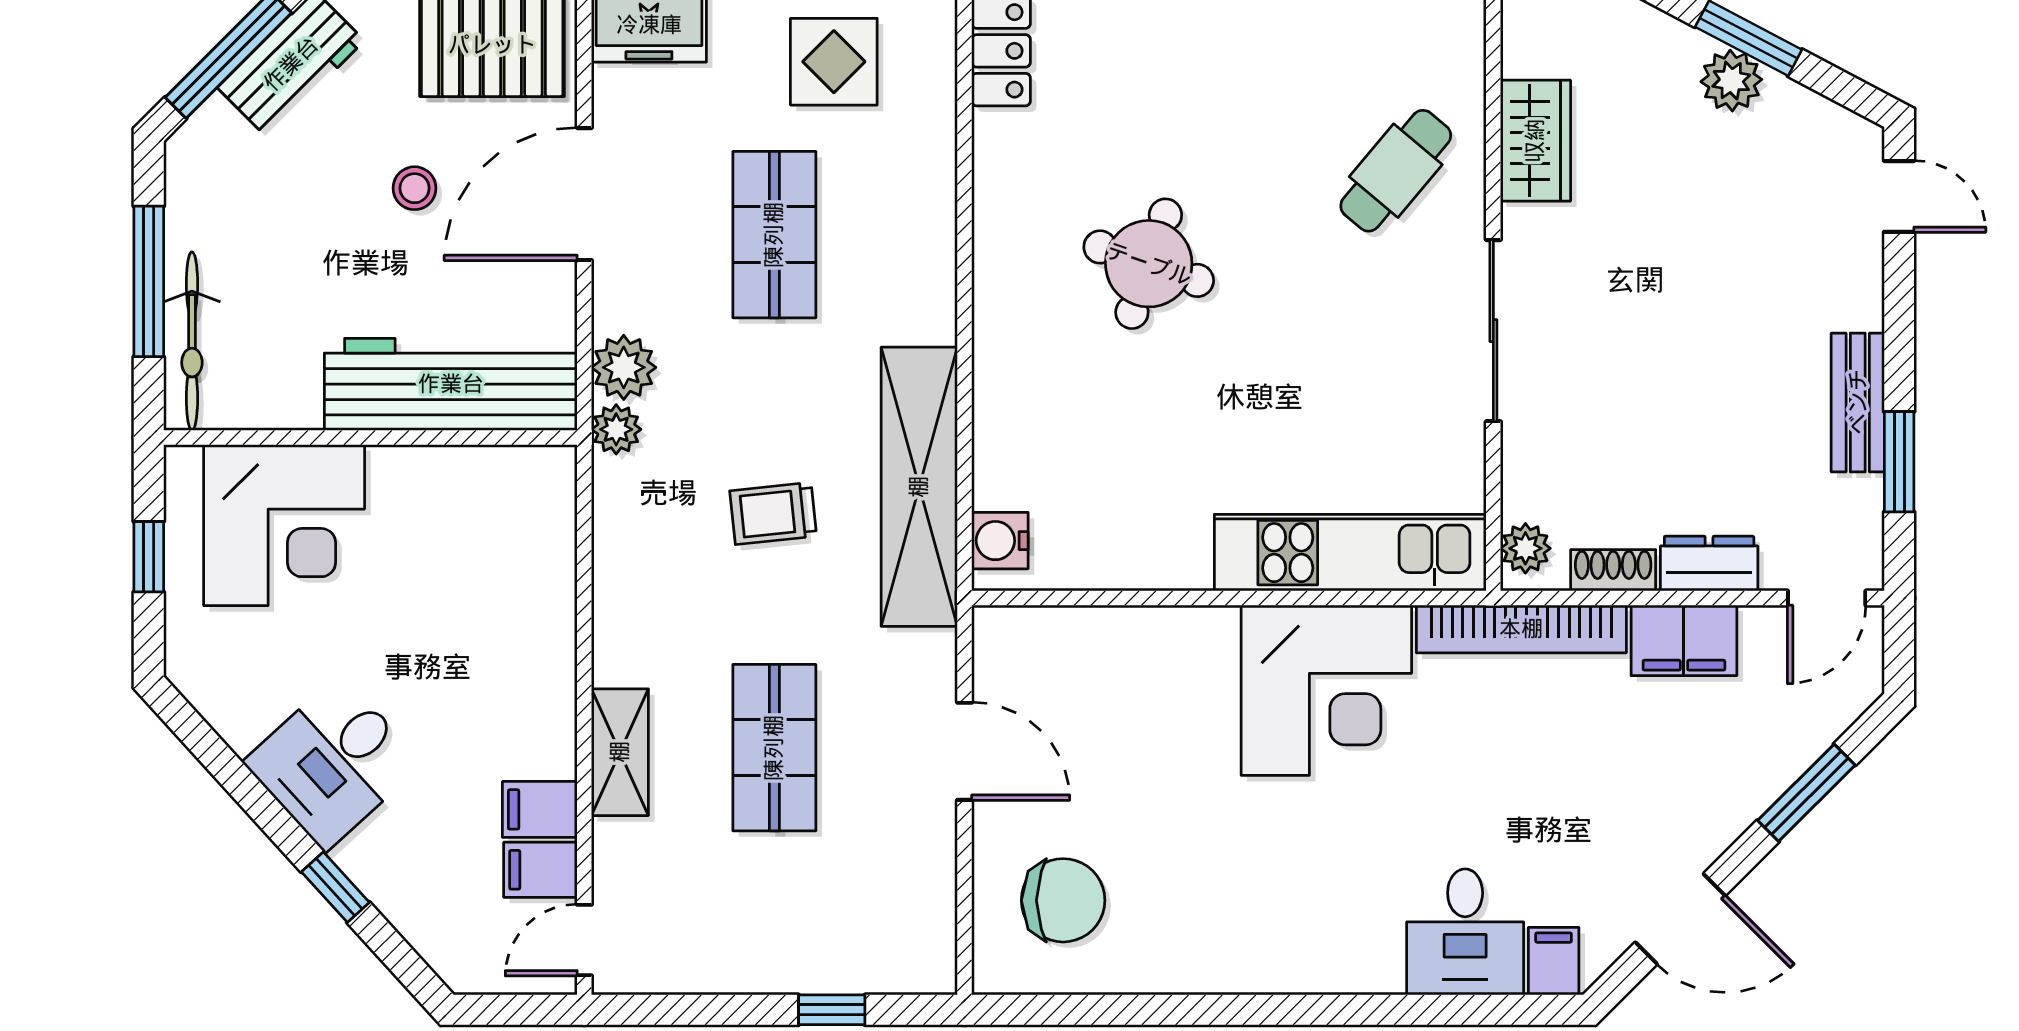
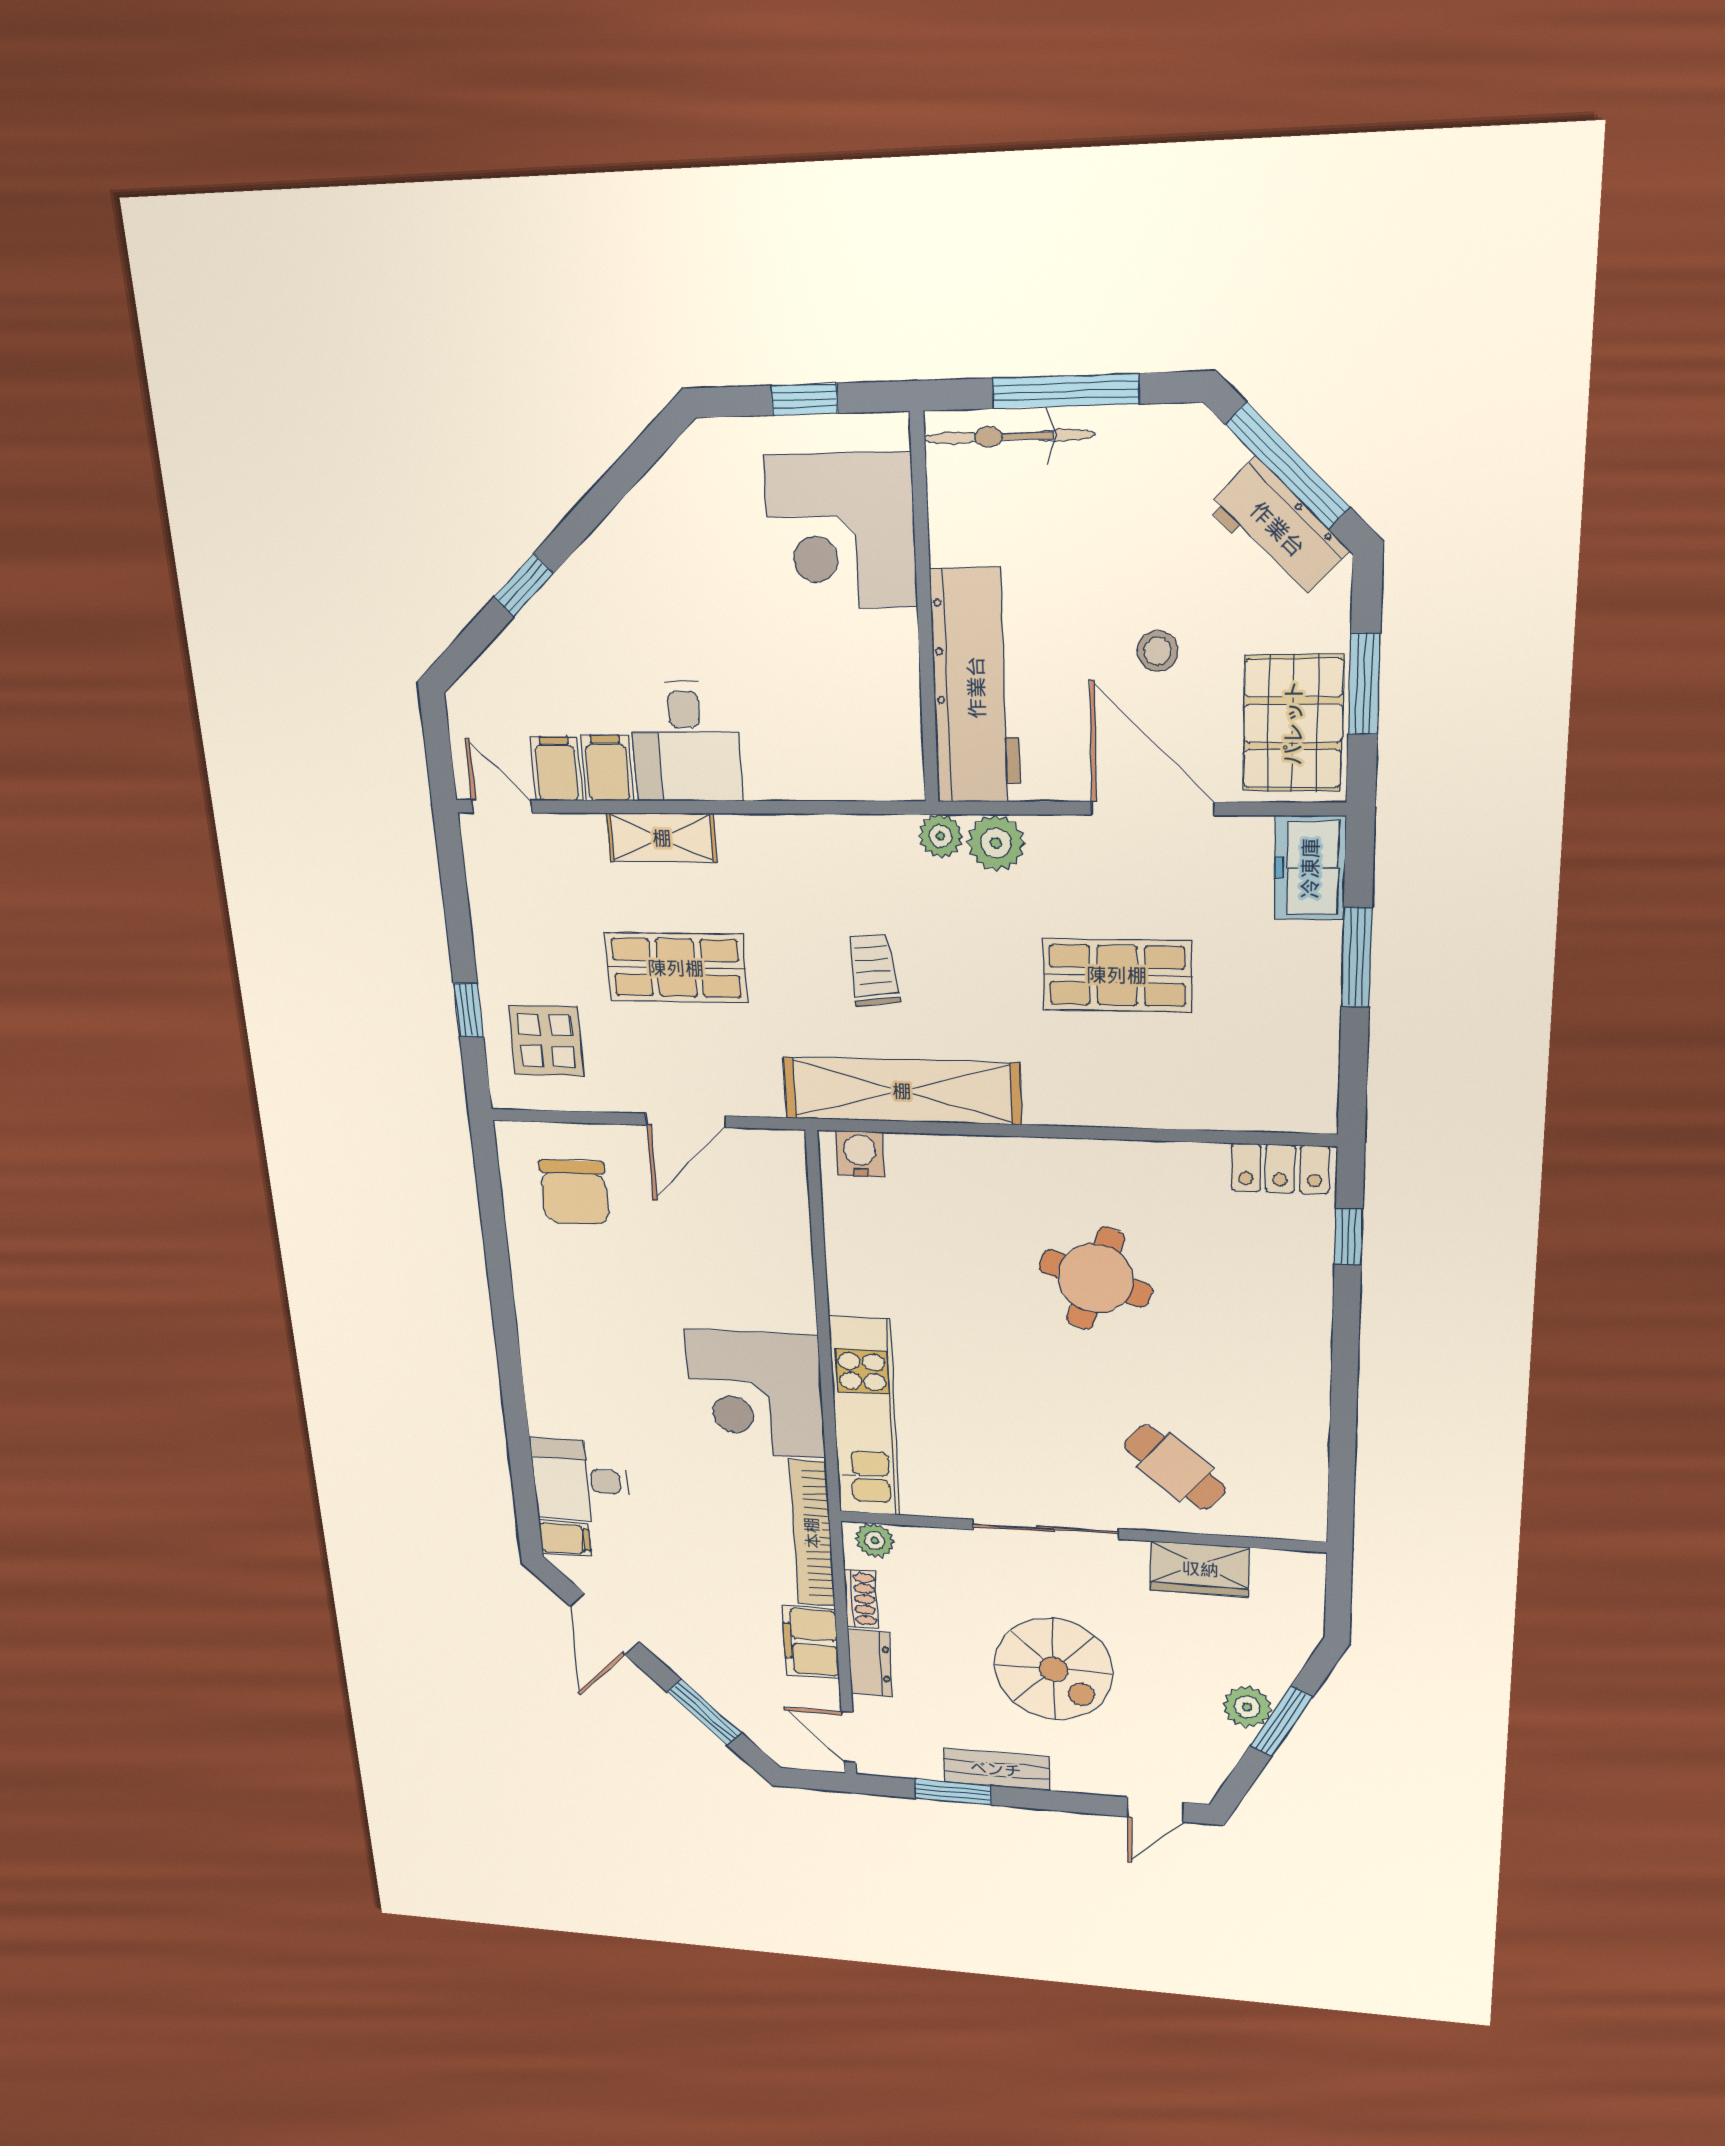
display table: (834, 62) -> (546, 1041), moved
spiral stairs: (1697, 324) -> (1054, 1669), added
desk: (333, 763) -> (686, 742), moved, turned -138

